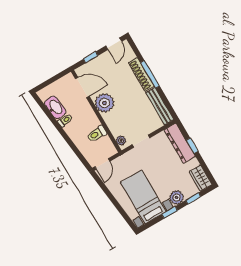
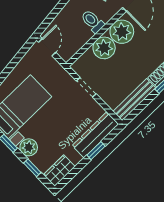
toilet: (97, 134) -> (93, 21), moved
plant: (121, 140) -> (104, 48), moved, width x1.88, depth x1.88
door: (102, 164) -> (47, 47), swing flipped

